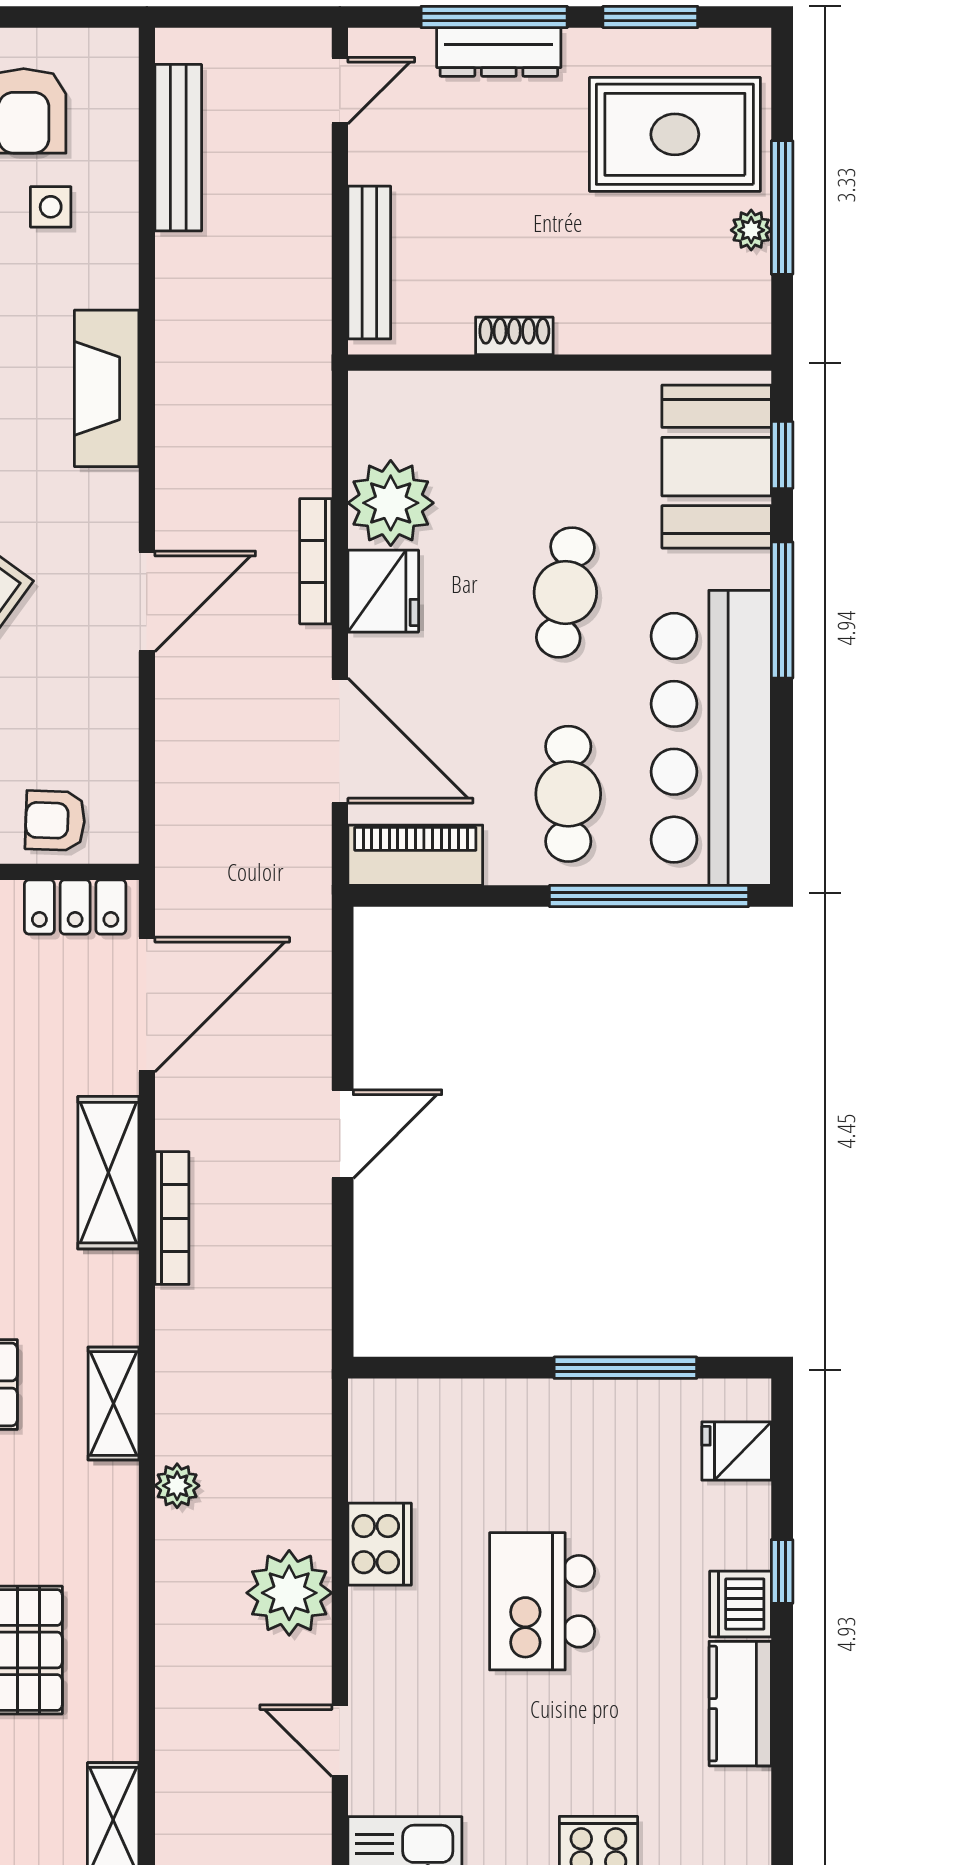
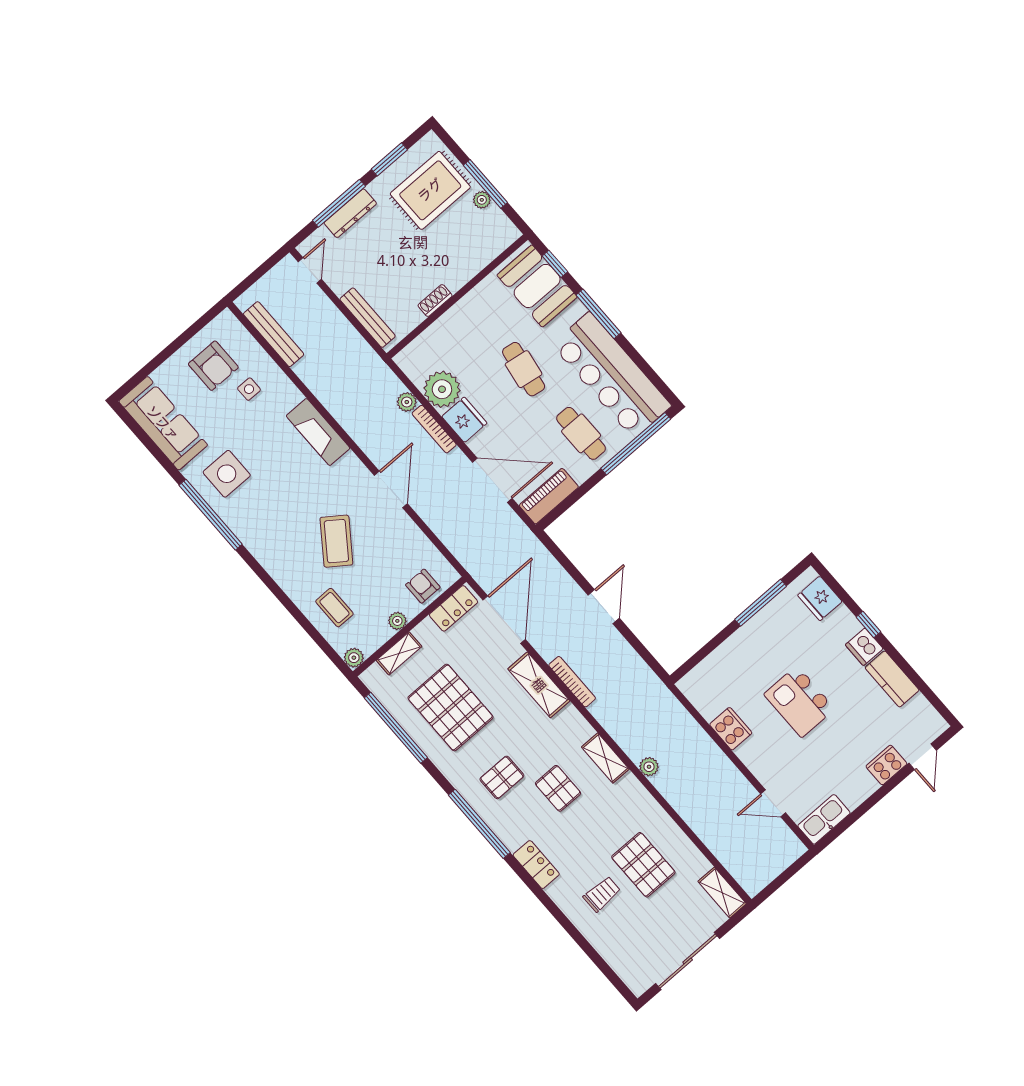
armchair: (55, 821) -> (423, 586), turned 88
fridge: (737, 1451) -> (820, 598), width x1.38
plant: (289, 1593) -> (407, 402), moved, width x0.53, depth x0.53

